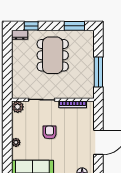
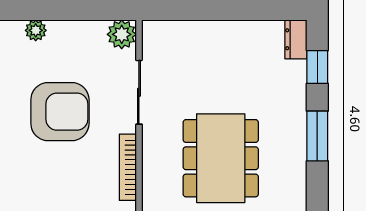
window: (74, 26) -> (317, 136), moved
dining table: (53, 55) -> (221, 158), moved, turned 90
armchair: (50, 132) -> (60, 112), width x1.88, depth x1.88

